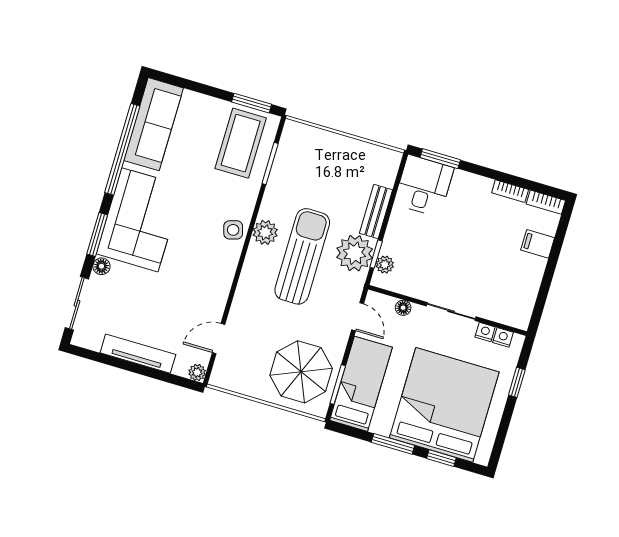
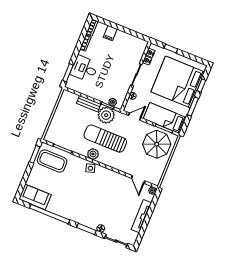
sofa: (154, 124) -> (35, 197), width x0.73
desk: (424, 186) -> (84, 69), moved
corner sofa: (140, 220) -> (82, 209), removed

